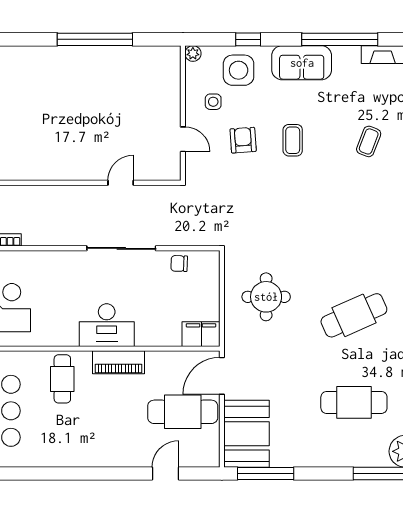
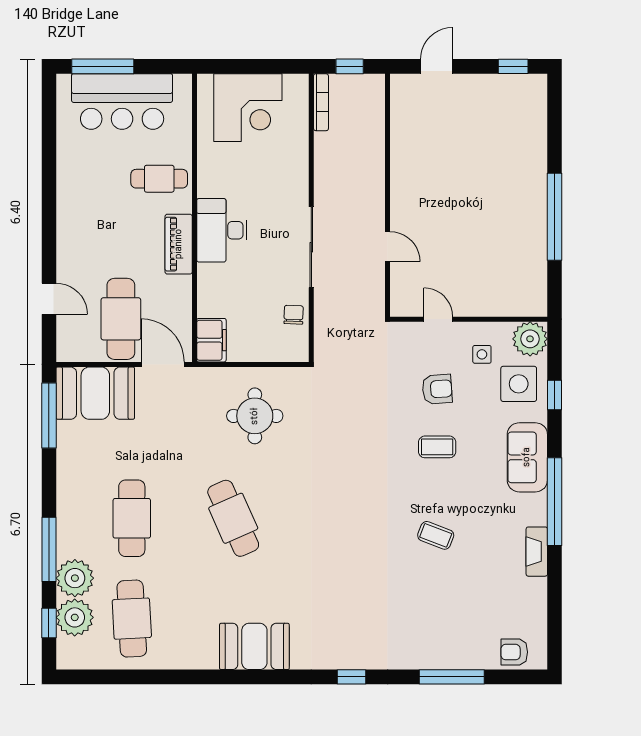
plant: (193, 53) -> (530, 339), width x1.88, depth x1.88
door: (183, 139) -> (438, 319), swing flipped

